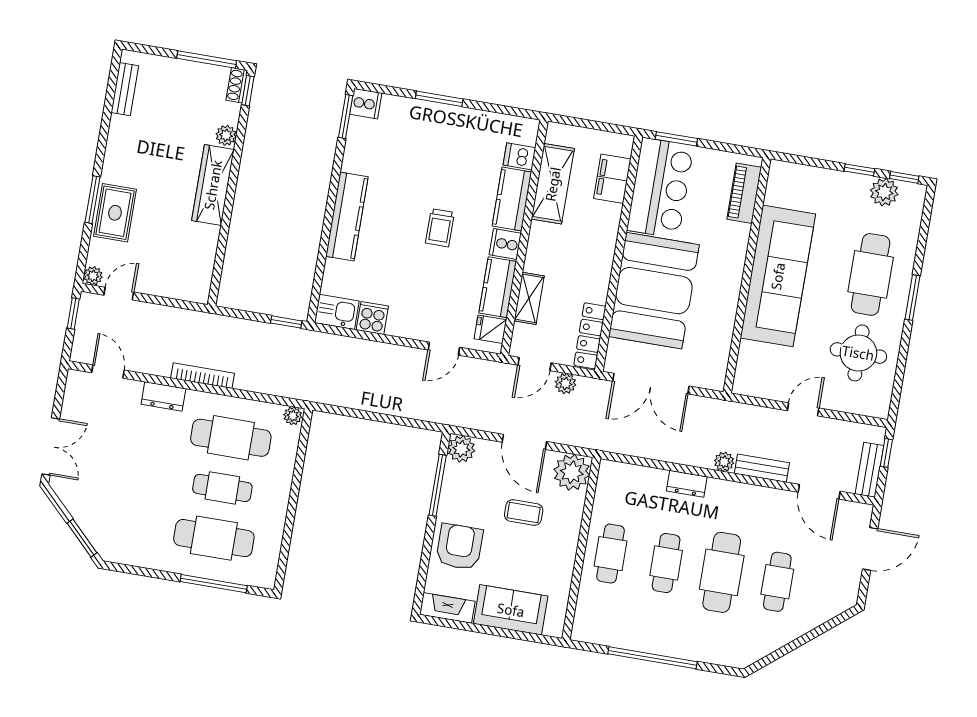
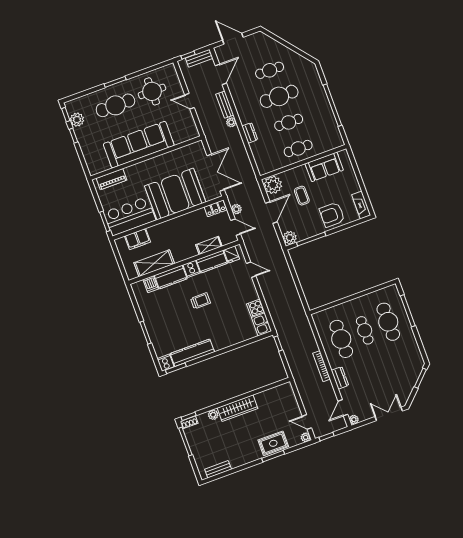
kitchen counter: (347, 217) -> (192, 353), moved
locker: (590, 336) -> (215, 208), width x0.66
plant: (293, 416) -> (354, 420), moved
sofa: (511, 610) -> (324, 167), moved, turned -90

